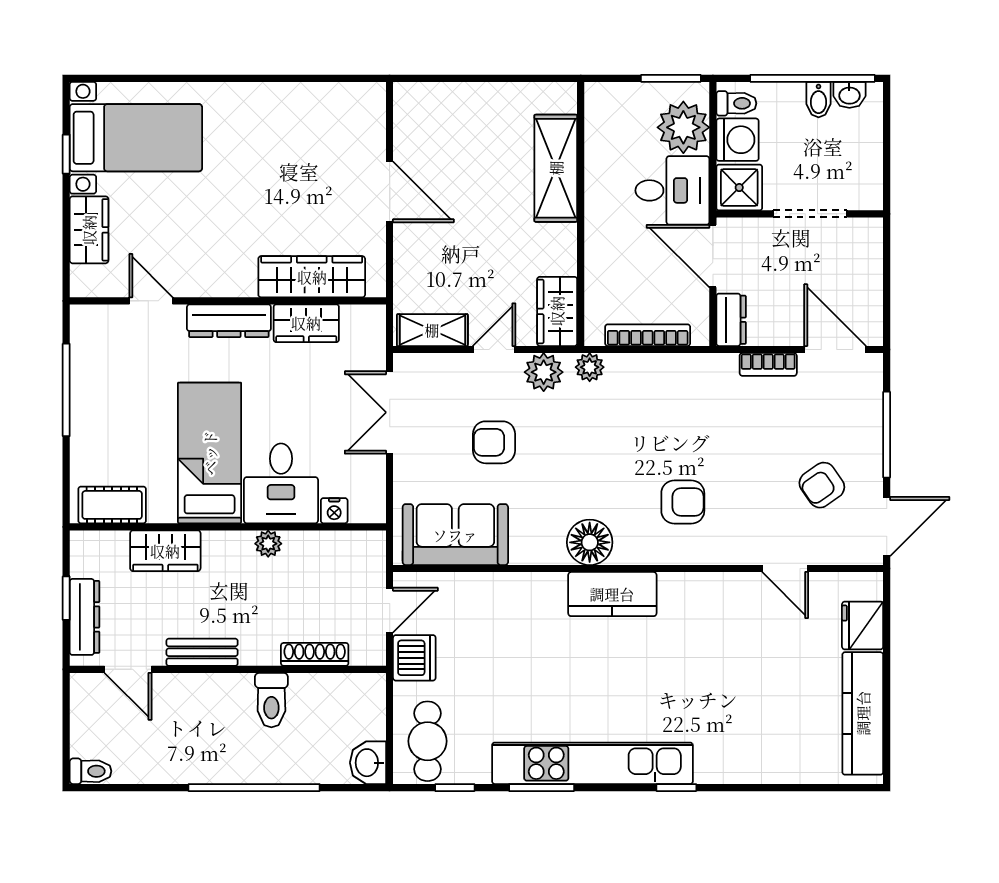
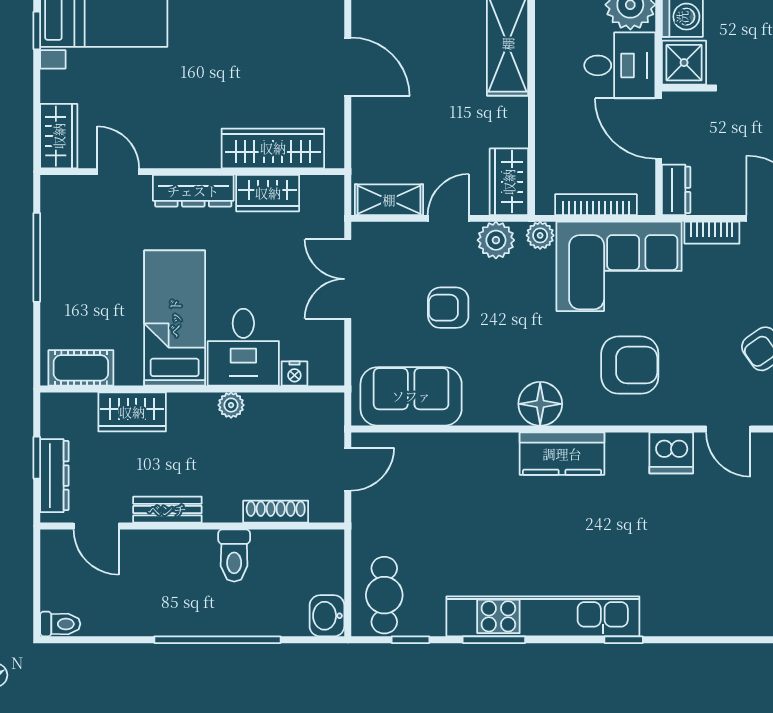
wardrobe: (89, 230) -> (59, 136), moved
corner sofa: (672, 399) -> (619, 266), added
armchair: (683, 502) -> (630, 365), width x1.38, depth x1.38
dishwasher: (414, 658) -> (671, 453), moved, turned 90

